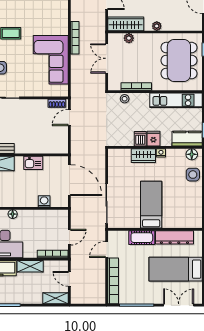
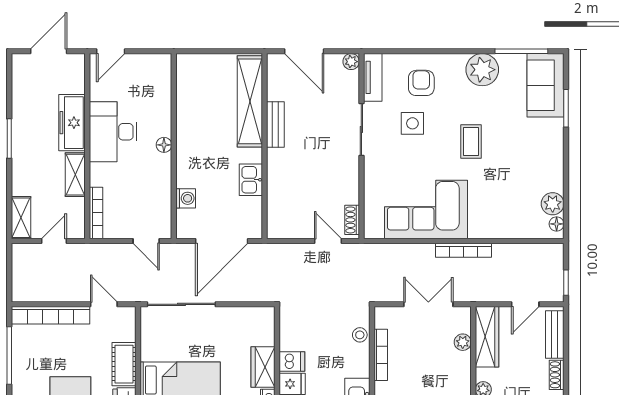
door: (69, 237) -> (146, 241), moved

